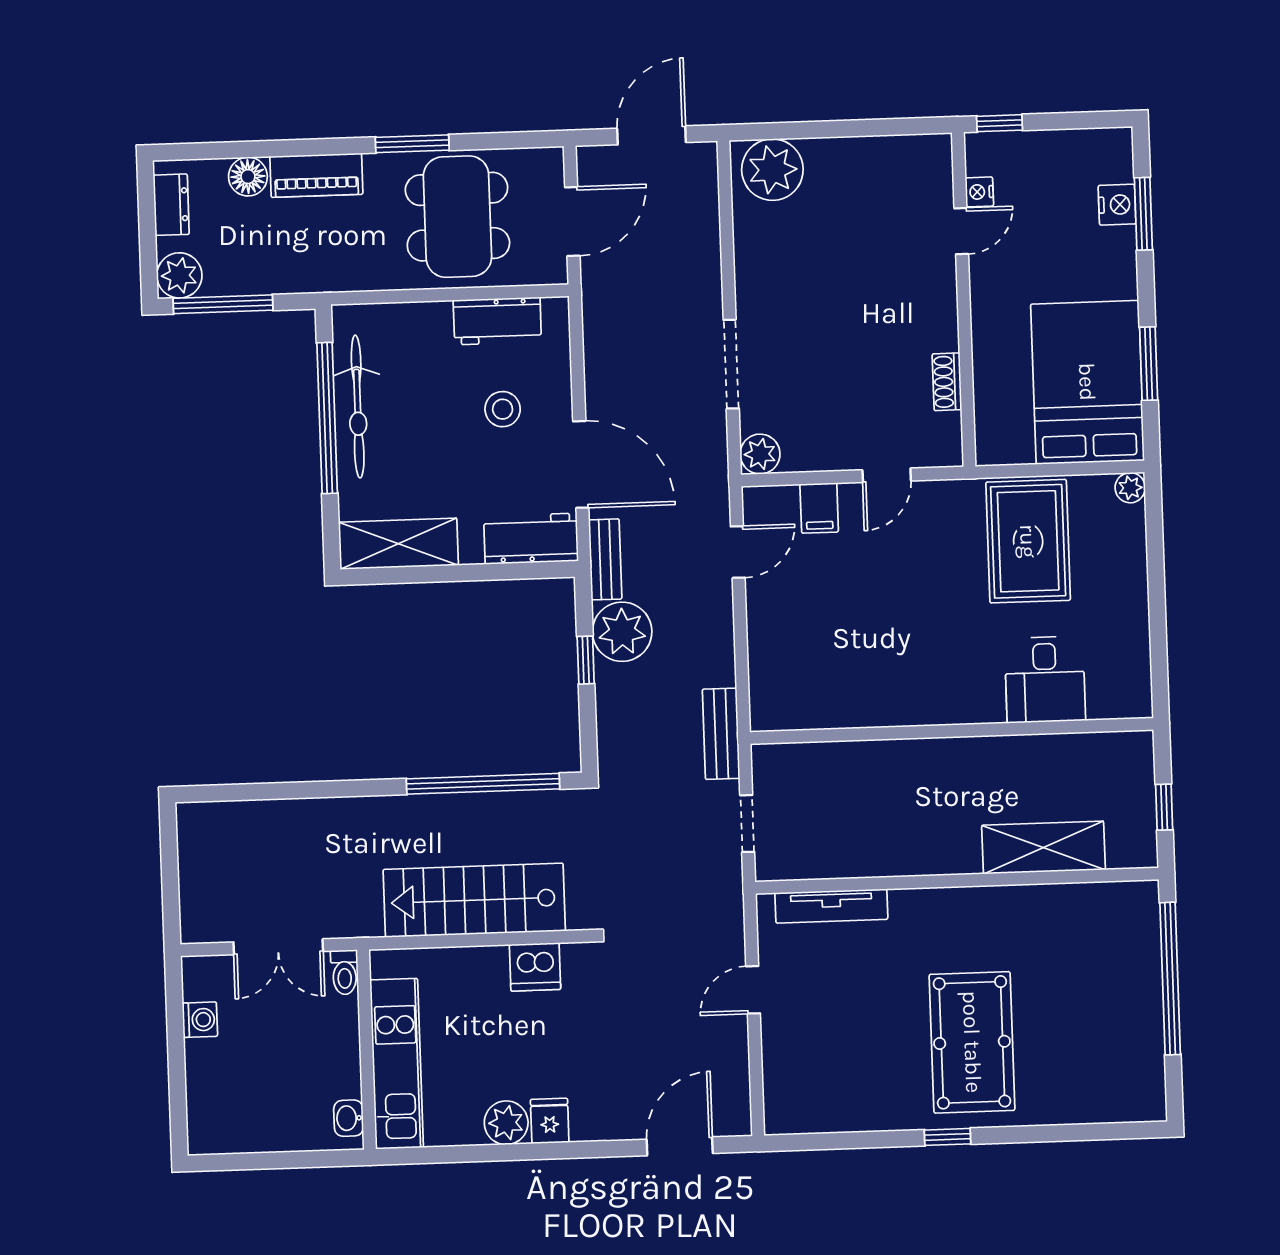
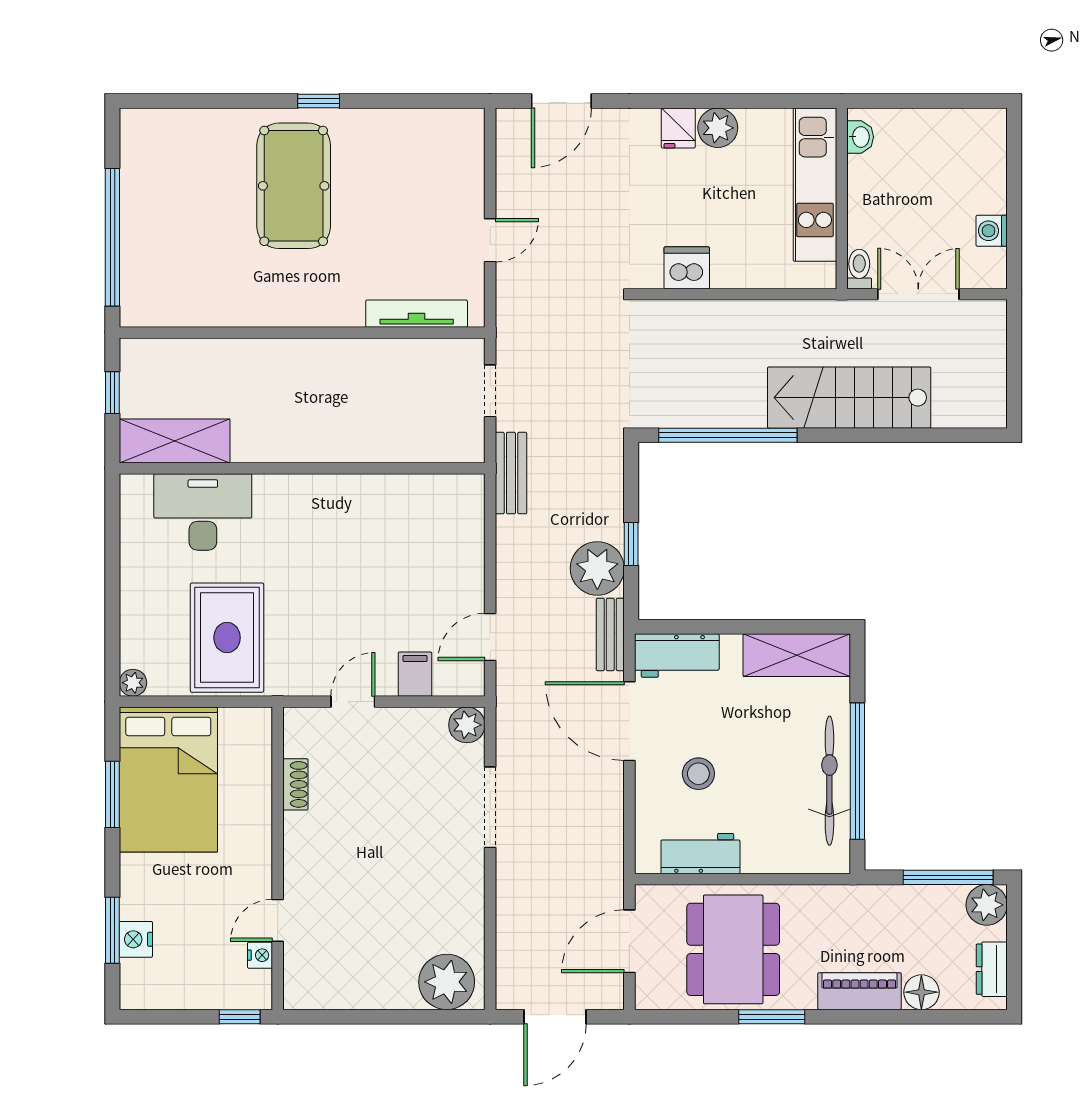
desk: (1045, 679) -> (203, 512), width x1.37
shelving: (1044, 848) -> (175, 441), moved
stairs: (474, 900) -> (849, 398), moved, turned 180

